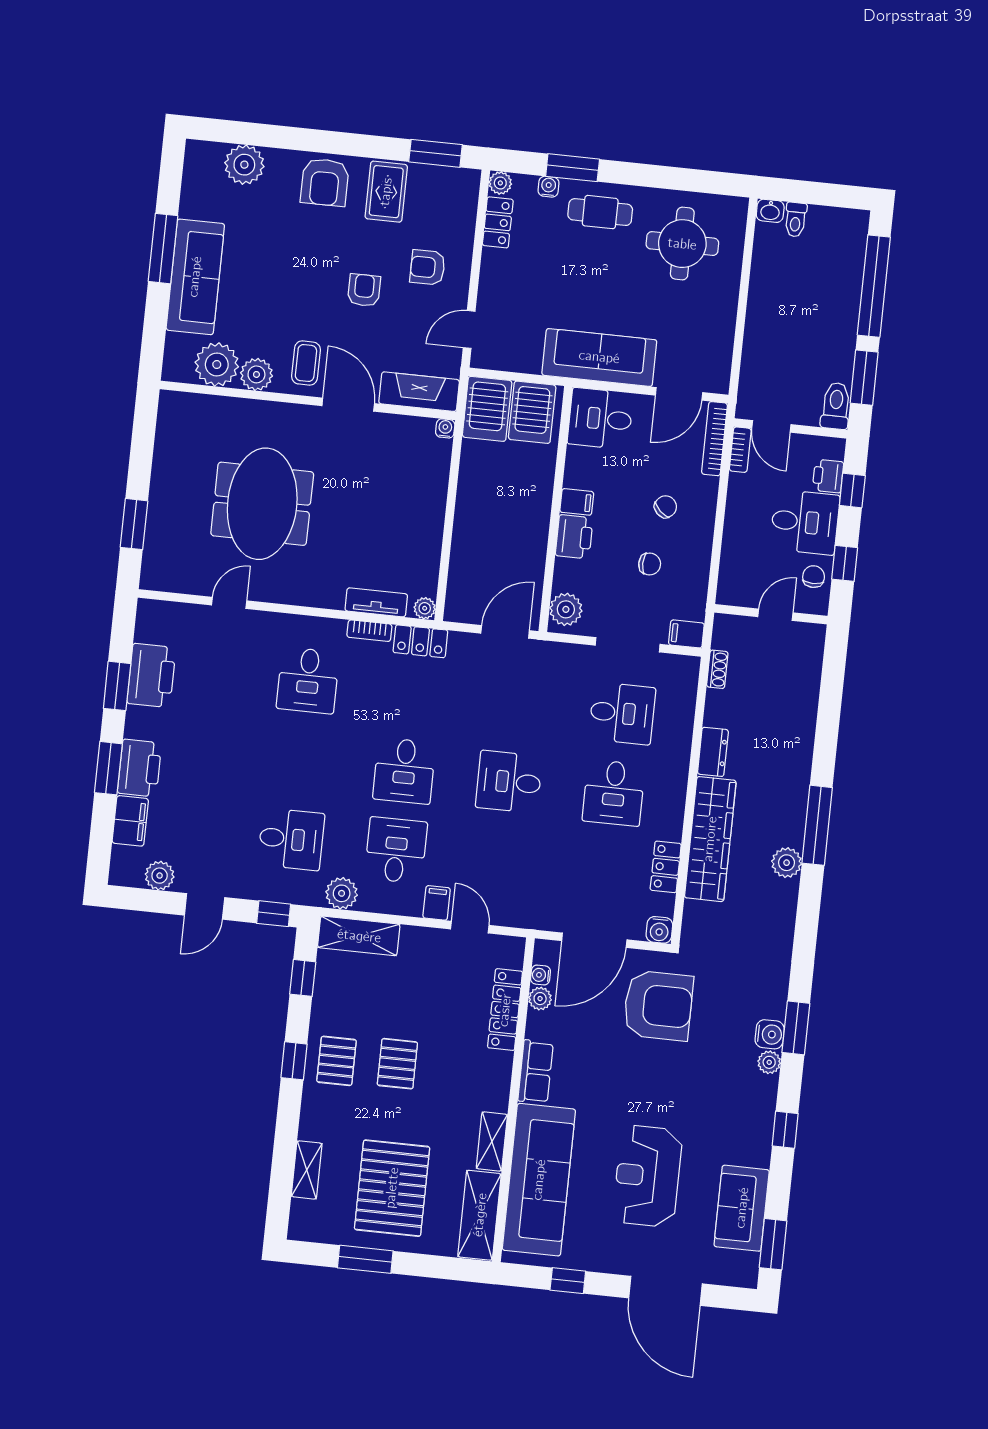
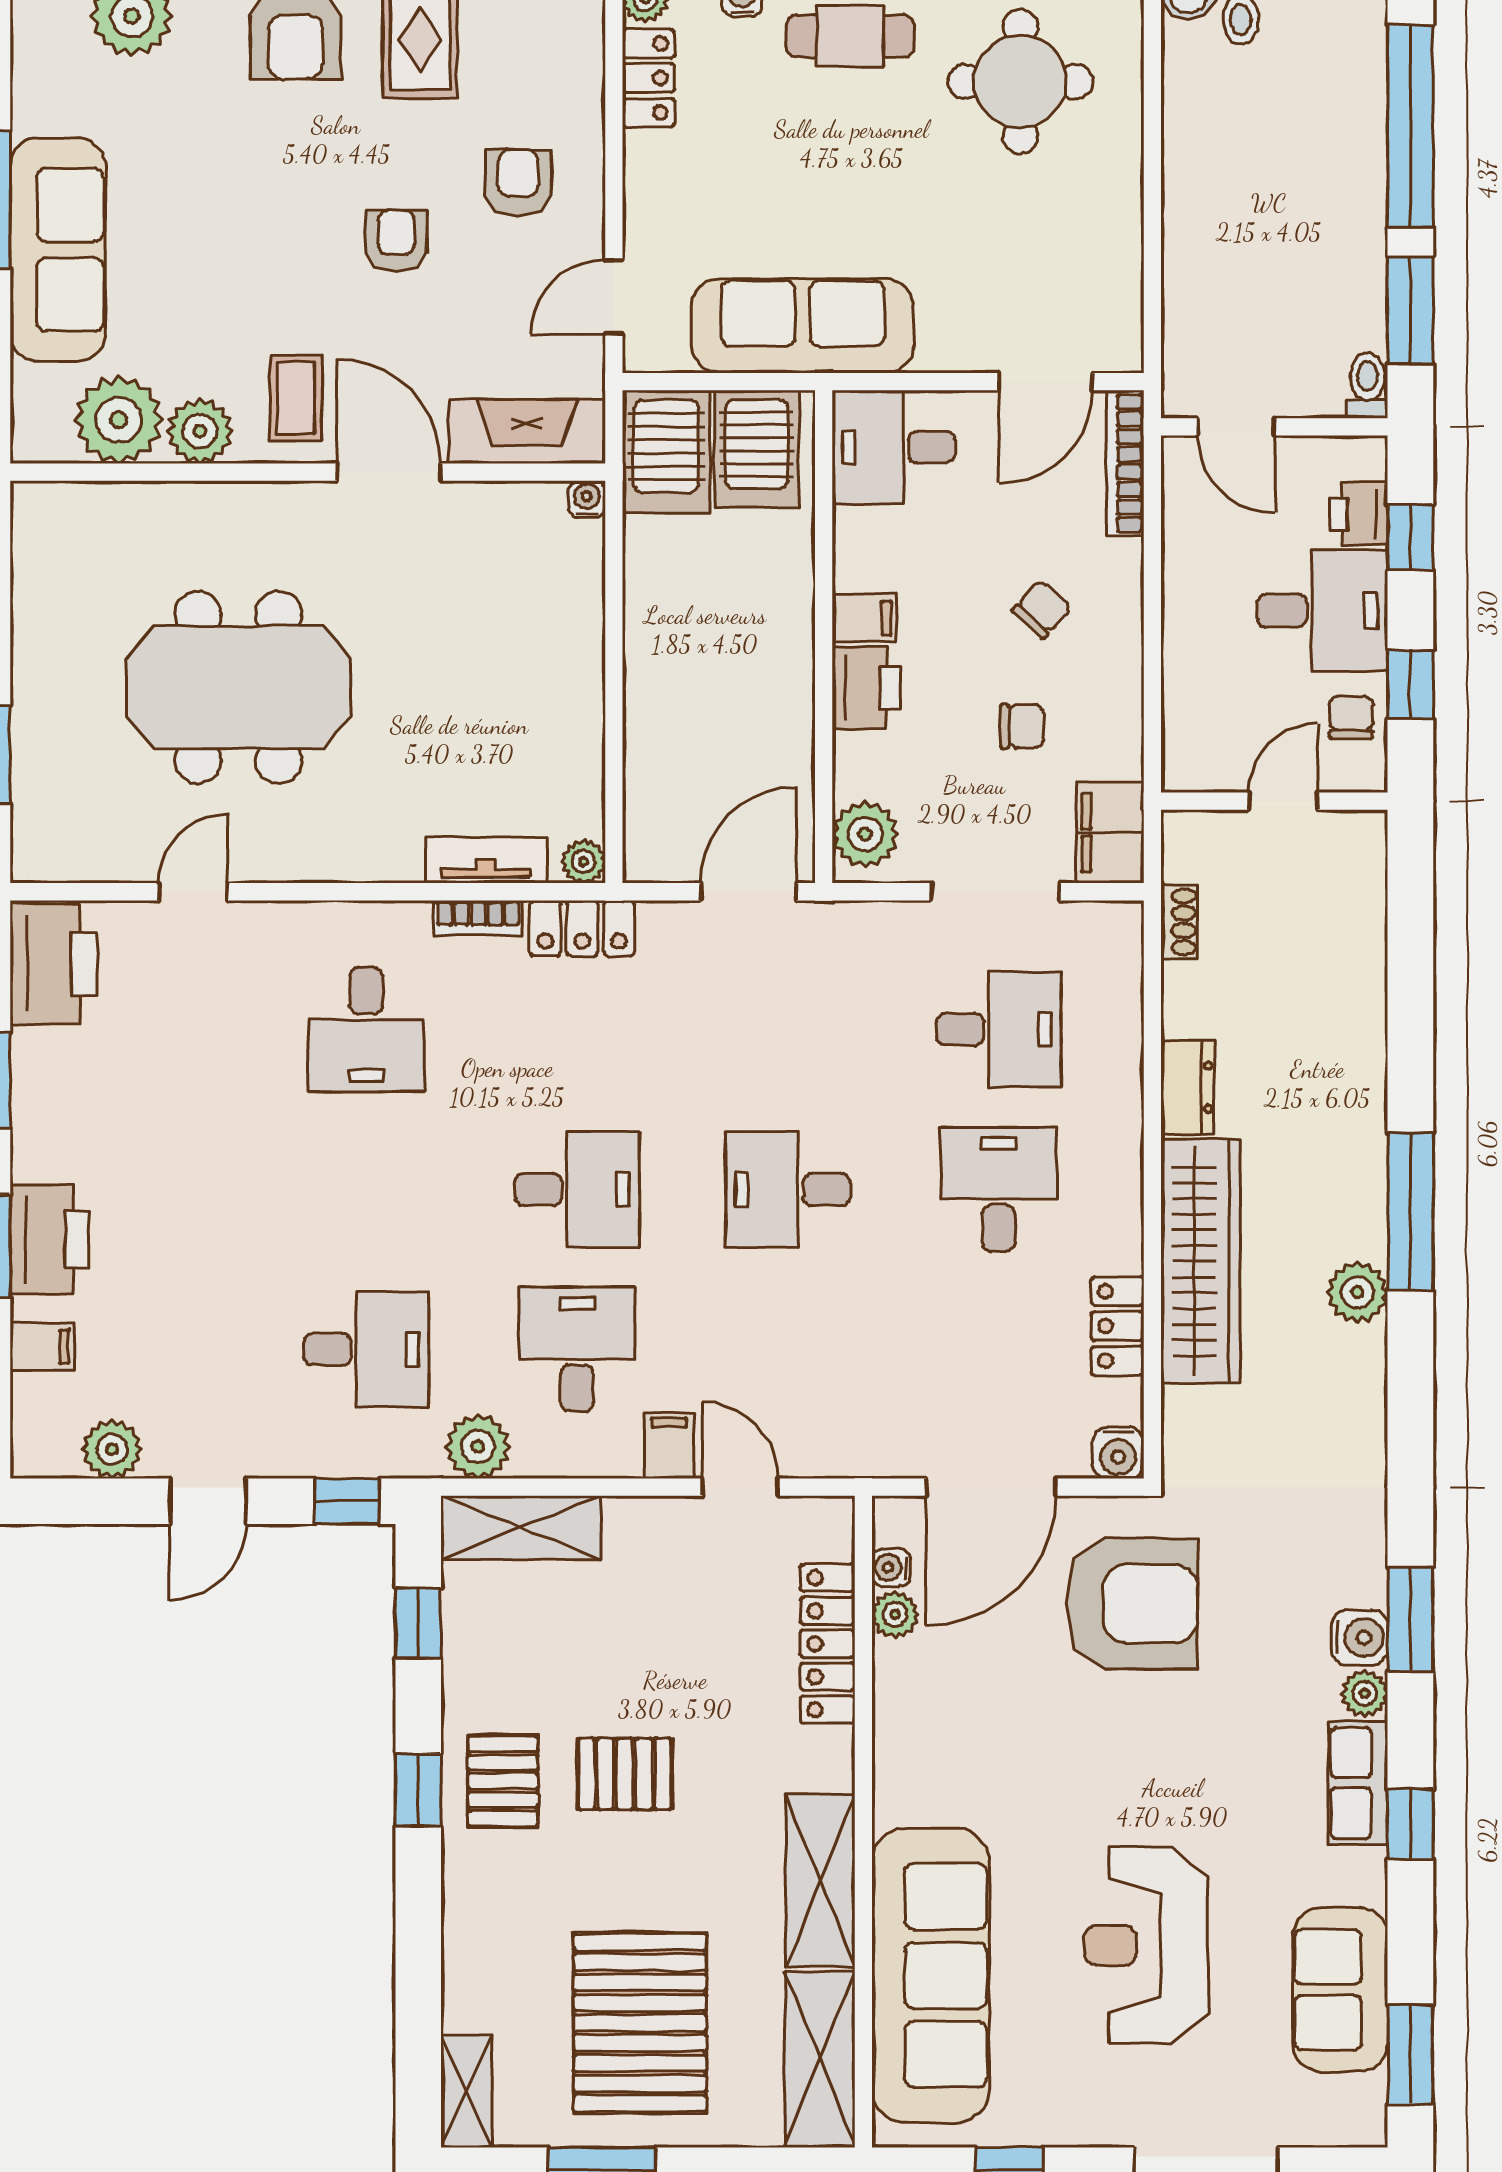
armchair: (428, 267) -> (518, 182), turned 90
sofa: (599, 357) -> (803, 326), moved
toilet: (836, 406) -> (1367, 385), width x0.73, depth x0.72
bookcase: (740, 450) -> (1179, 480), removed
meeting table: (262, 504) -> (238, 687), turned 90
filing cabinet: (686, 634) -> (1110, 833), width x2.00
printer: (151, 675) -> (54, 964), moved
desk: (404, 771) -> (577, 1189), turned -90
desk: (614, 793) -> (999, 1189), turned 180
filing cabinet: (130, 821) -> (42, 1346), width x0.50
pallet: (397, 1064) -> (625, 1774), turned 90
row of seats: (536, 1072) -> (1358, 1783), moved, turned 180
shelving: (492, 1142) -> (820, 1880), width x1.50, depth x1.33
shelving: (307, 1170) -> (466, 2091), moved

